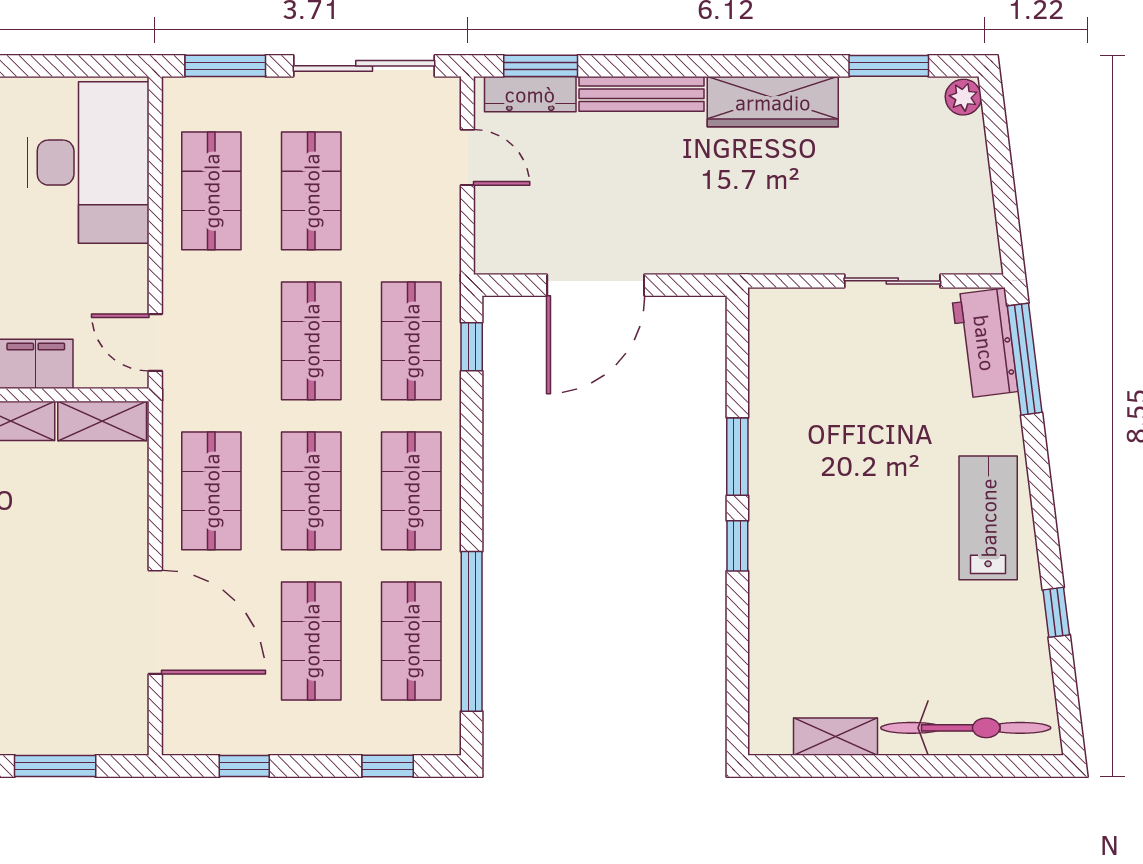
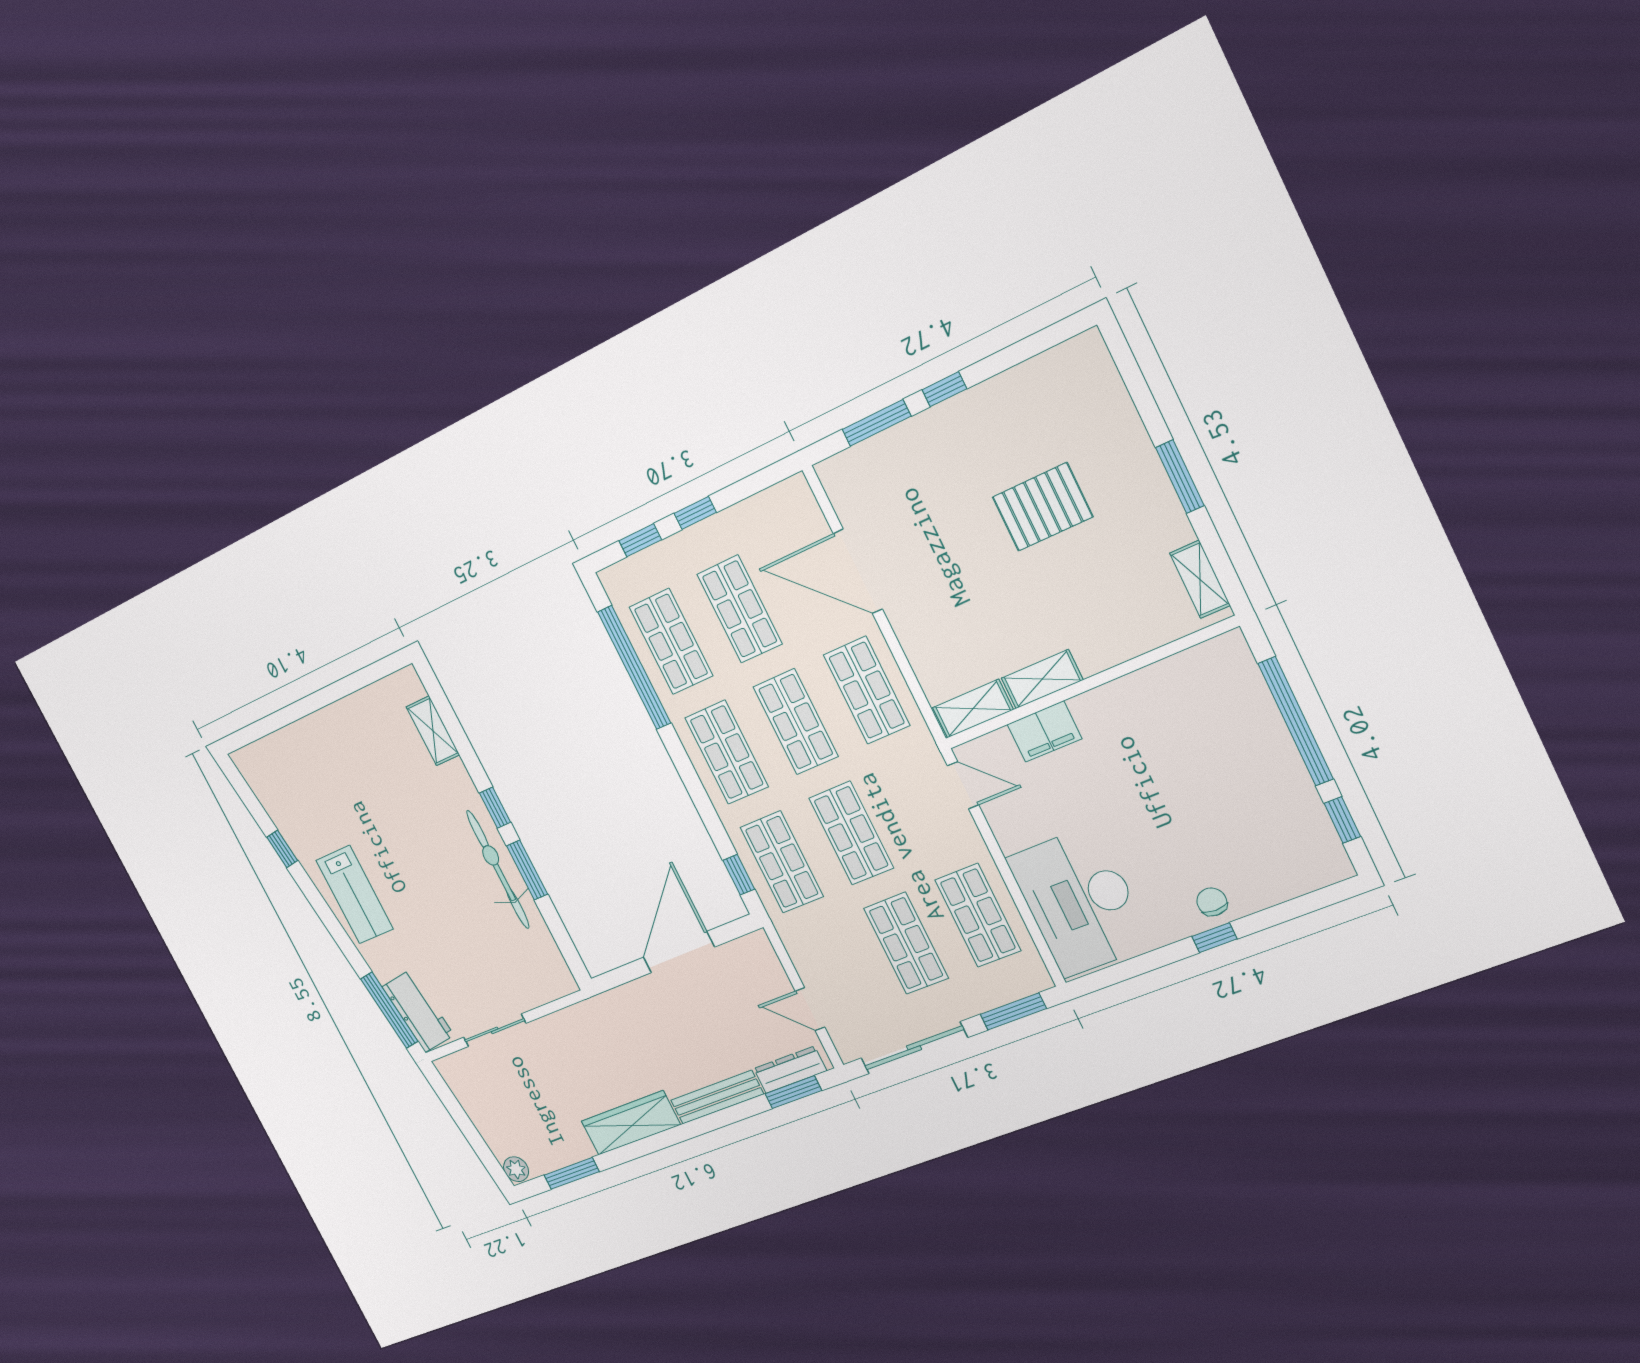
bicycle: (966, 728) -> (498, 870), moved, turned 90
shelving: (836, 737) -> (433, 731), moved, turned 90
window: (244, 766) -> (695, 513), moved

